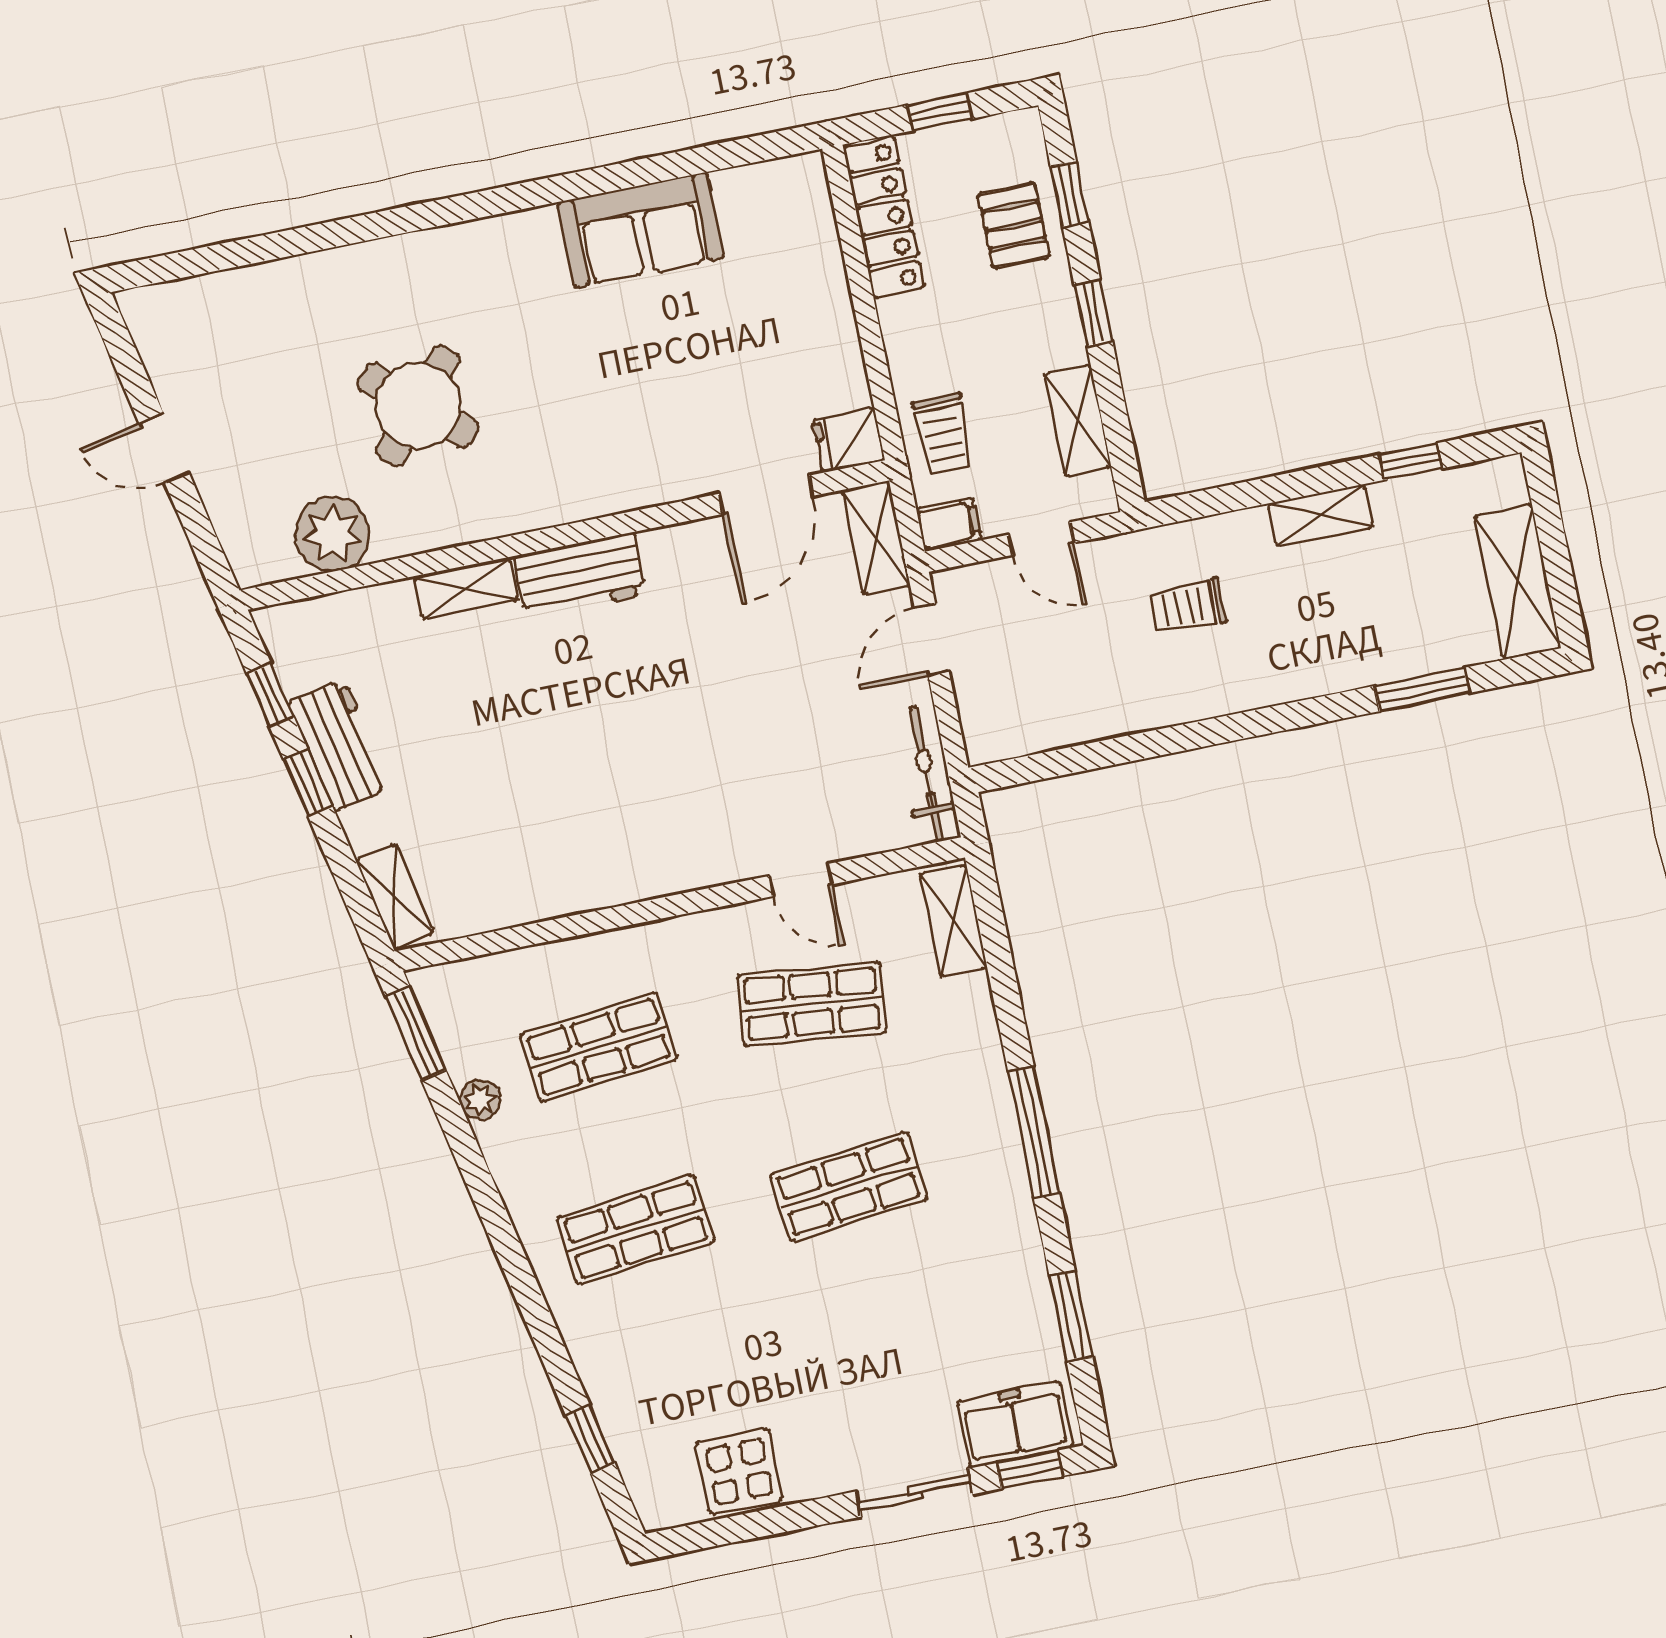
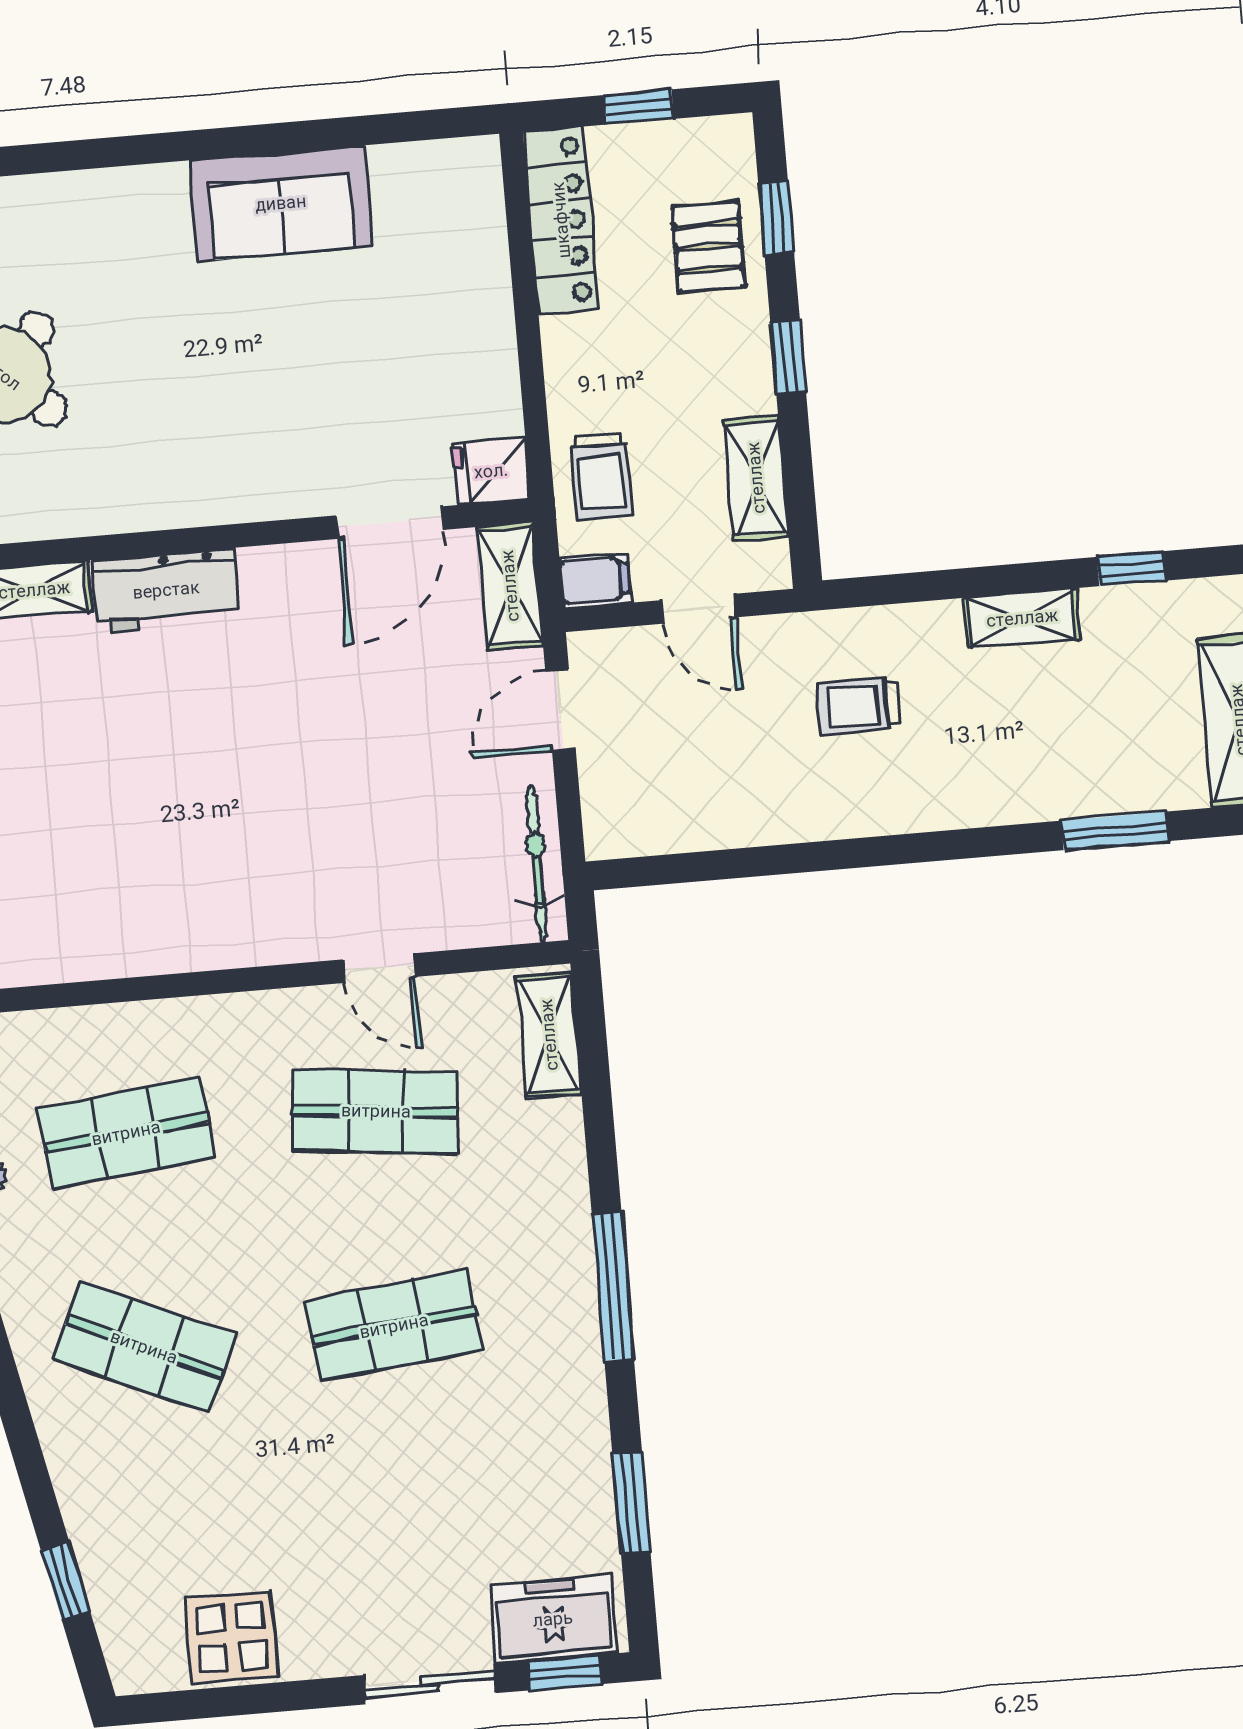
shop shelf: (636, 1230) -> (144, 1347), turned 30

